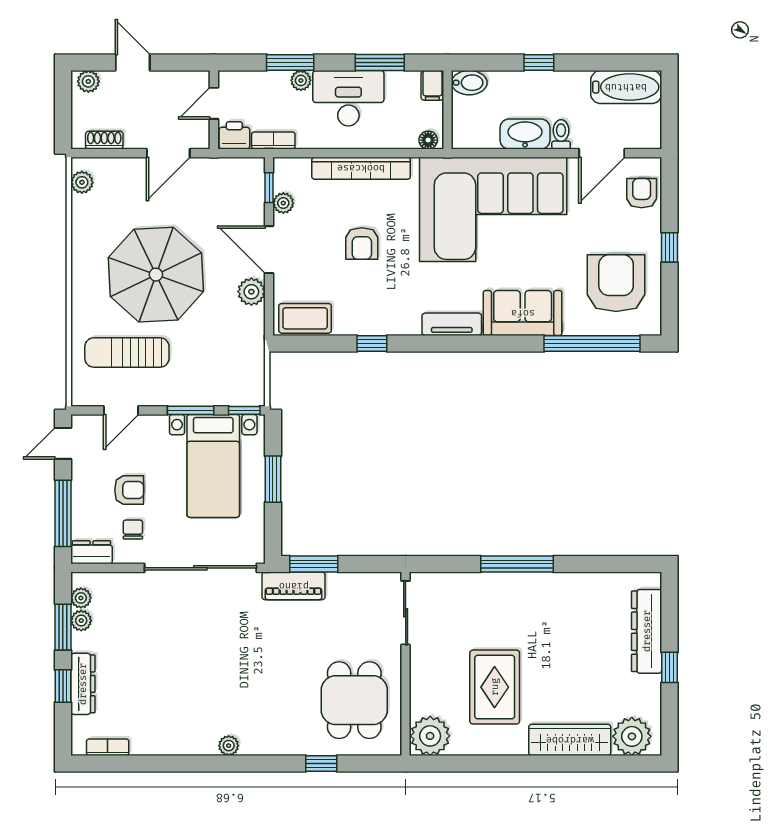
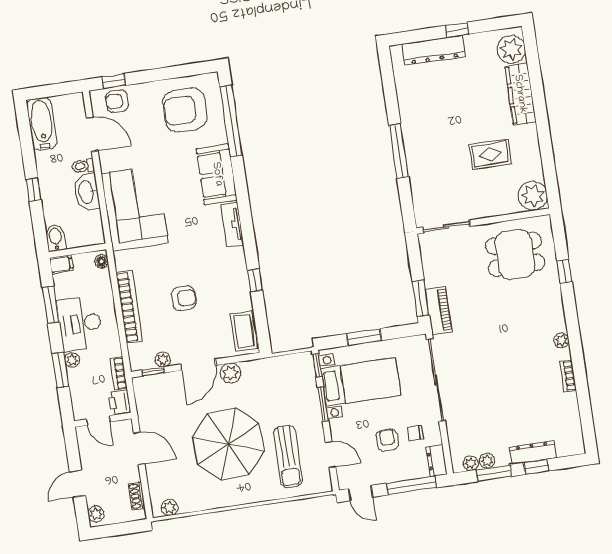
corner sofa: (493, 209) -> (135, 208), width x0.73, depth x0.74
window: (669, 247) -> (113, 81), moved
rug: (495, 687) -> (490, 154), width x0.73, depth x0.70
bookcase: (108, 747) -> (568, 376), moved

